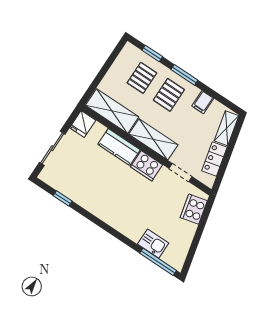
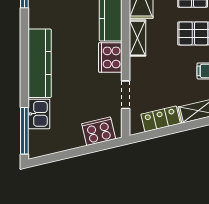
shelving: (153, 139) -> (137, 38), width x0.67, depth x0.75
kitchen counter: (117, 219) -> (40, 63), added

